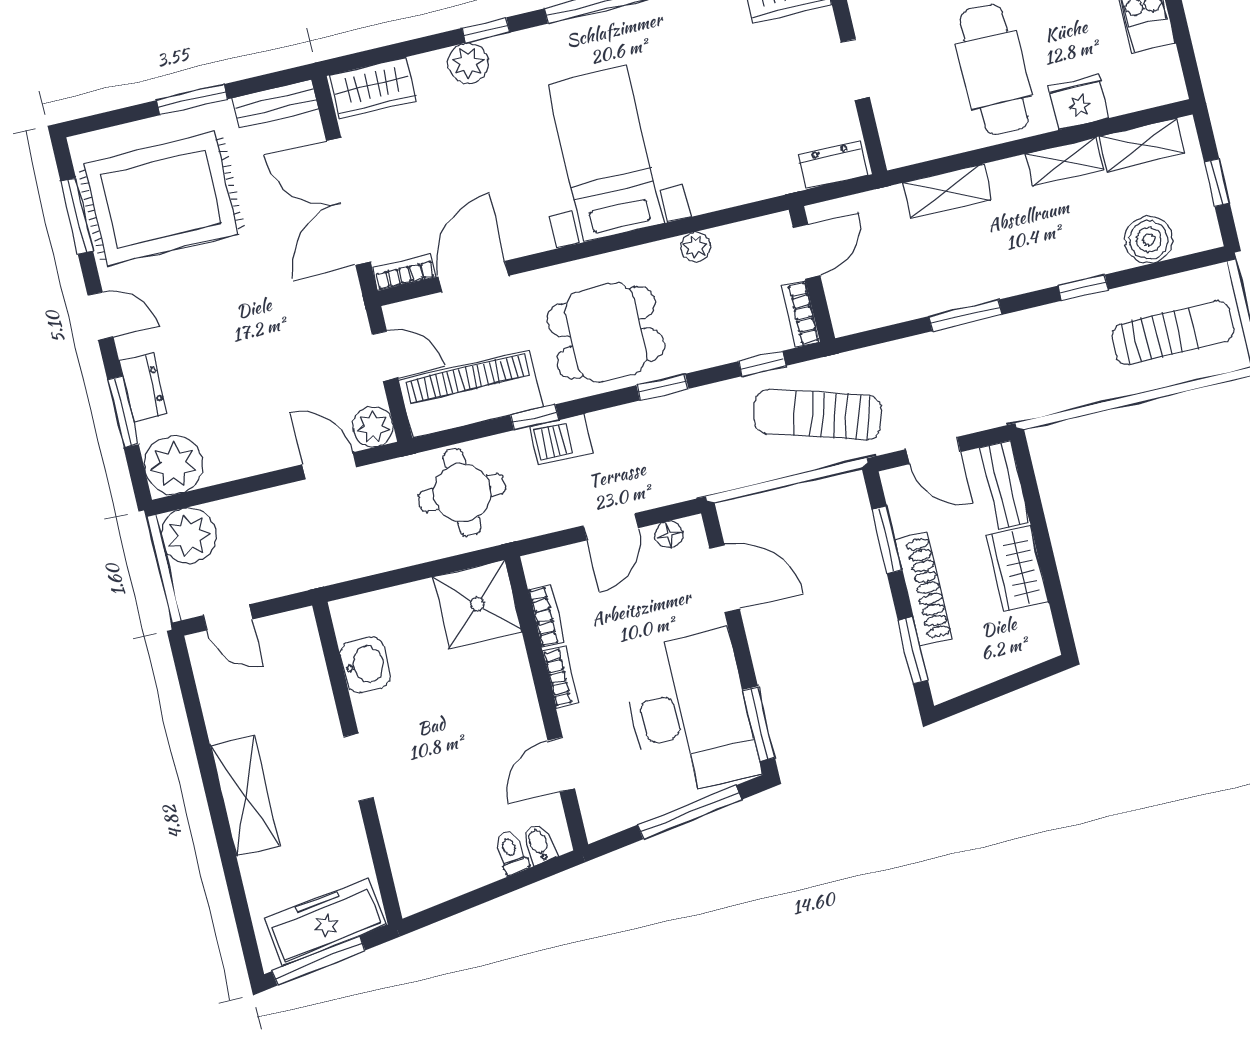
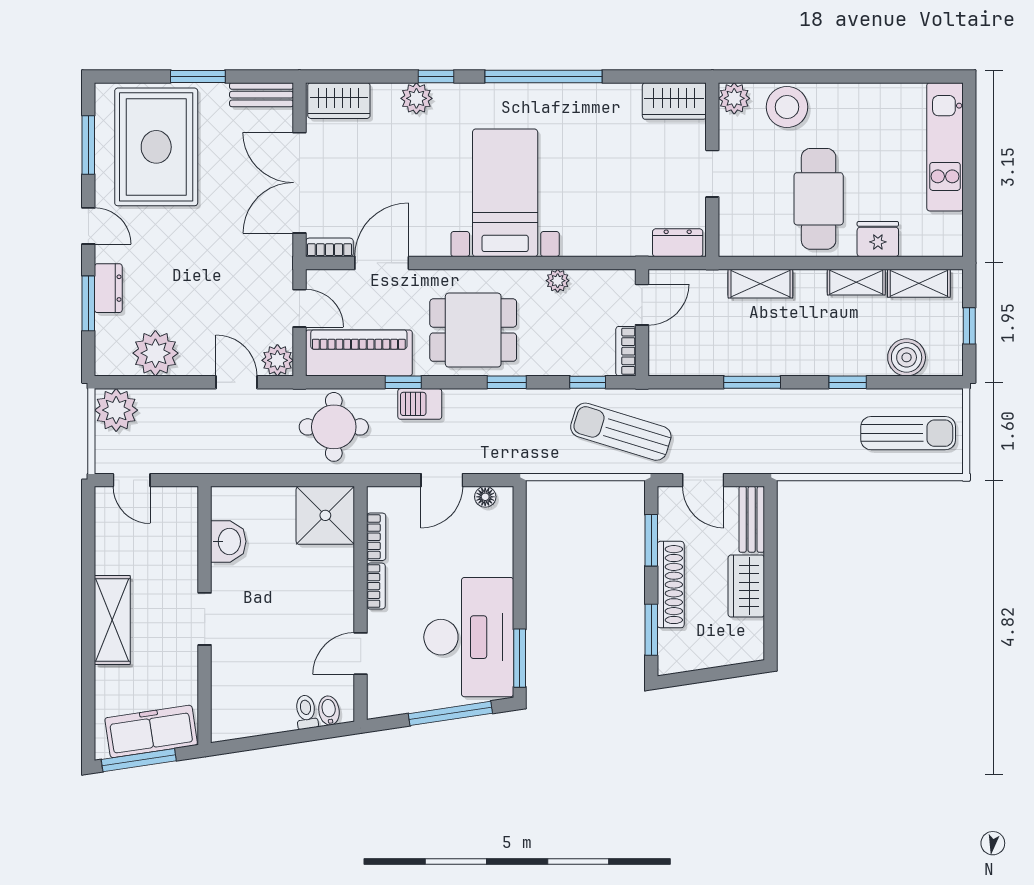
rug: (161, 199) -> (156, 147), turned 90
plant: (173, 465) -> (155, 353), moved
door: (725, 579) -> (520, 541), removed

